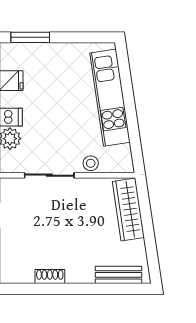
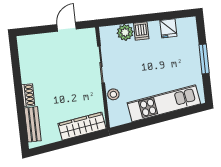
window: (30, 37) -> (204, 59), moved
shoe rack: (50, 277) -> (28, 95), moved

